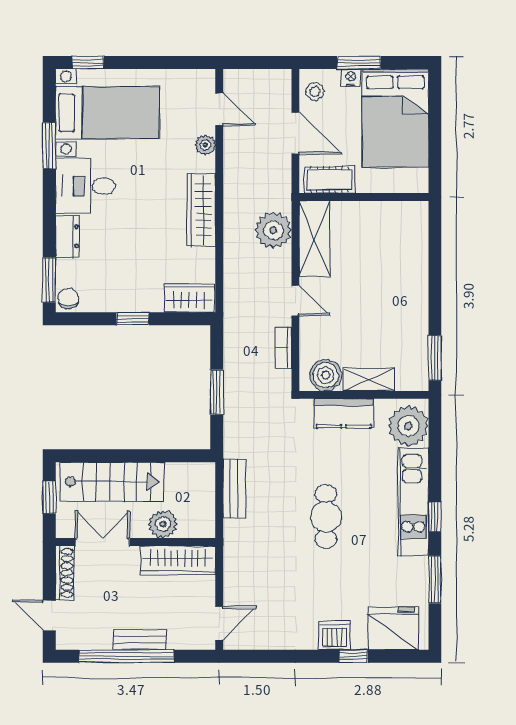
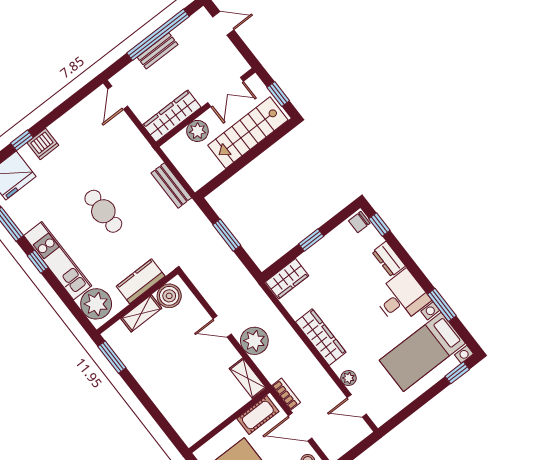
plant: (273, 230) -> (254, 341), moved
shelving: (314, 239) -> (248, 378), width x0.67, depth x0.75
window: (49, 280) -> (379, 225), width x0.67
chair: (68, 299) -> (359, 222), turned 90
bookcase: (283, 348) -> (286, 394), moved
shoe rack: (65, 573) -> (234, 56), removed

